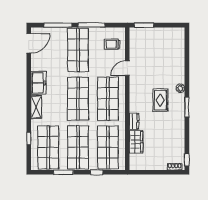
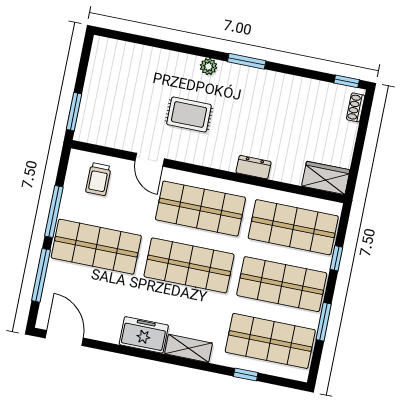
rug: (160, 100) -> (189, 115), moved
wardrobe: (136, 142) -> (326, 178), moved

